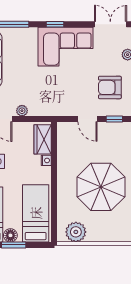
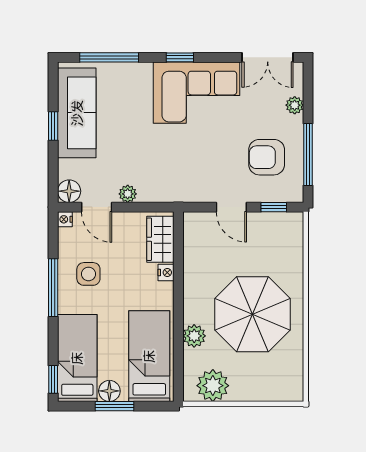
double door: (110, 24) -> (268, 57), swing flipped
plant: (64, 201) -> (194, 336), added

